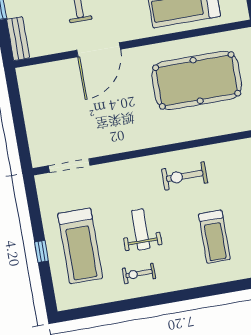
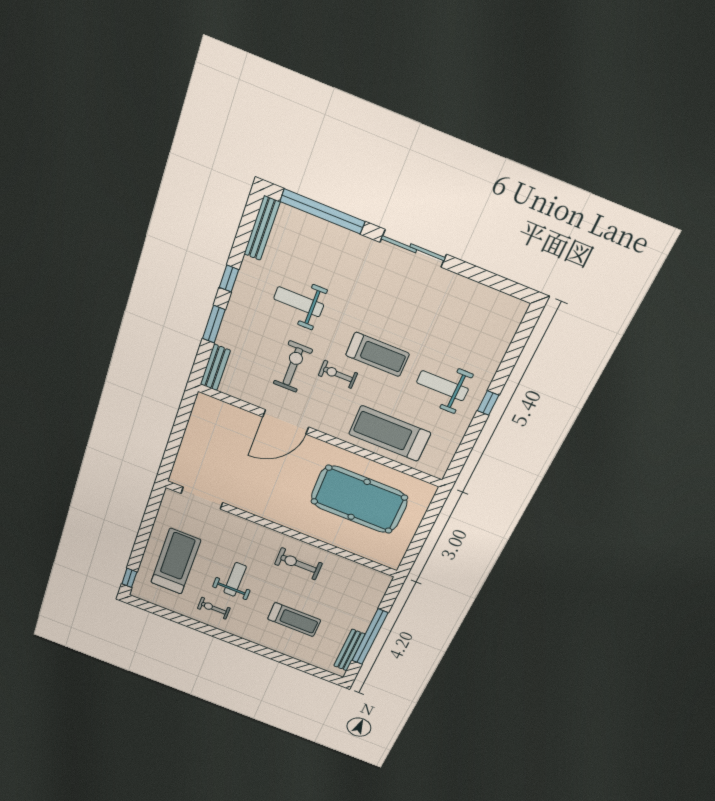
treadmill: (214, 237) -> (294, 620), turned -90
treadmill: (80, 246) -> (176, 561), turned 180
window: (41, 251) -> (129, 578), moved

